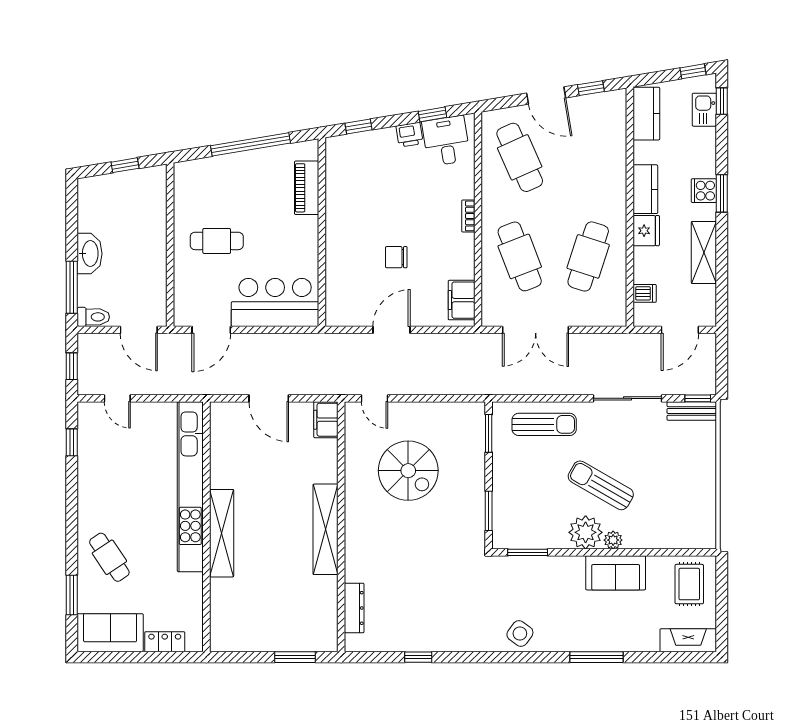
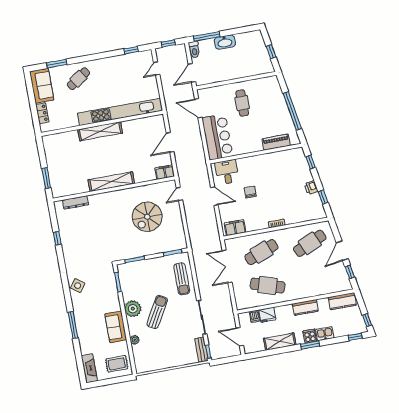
kitchen sink: (704, 110) -> (325, 334), moved
desk: (446, 141) -> (227, 172), moved, turned -81
fridge: (646, 231) -> (267, 315), moved
plant: (613, 540) -> (135, 340), moved

